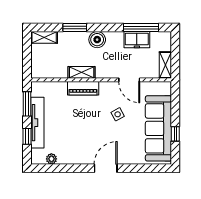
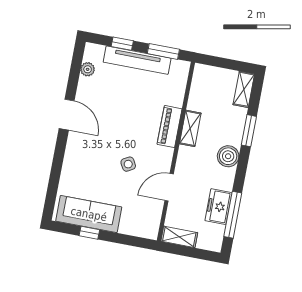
sofa: (158, 128) -> (89, 214), width x0.74, depth x0.79
door: (106, 168) -> (67, 115), moved

